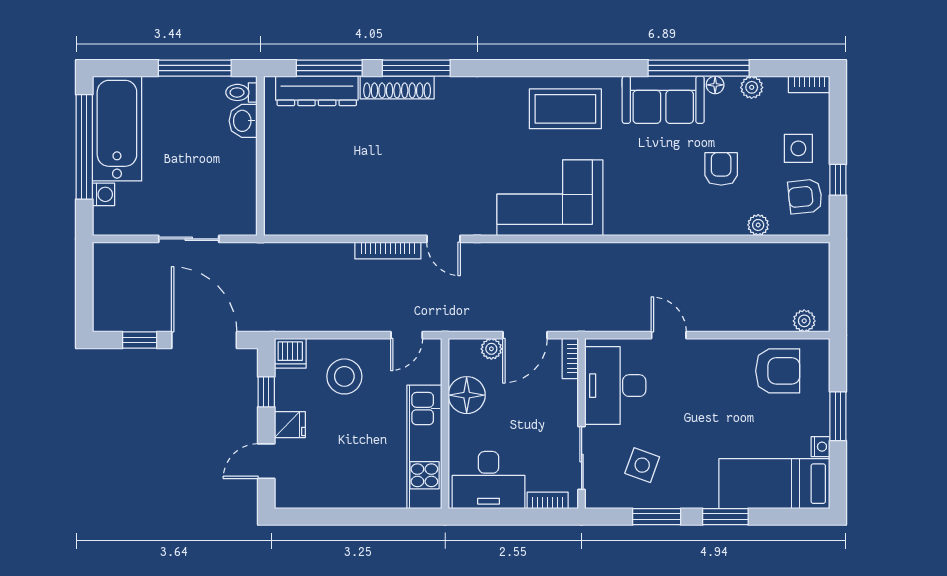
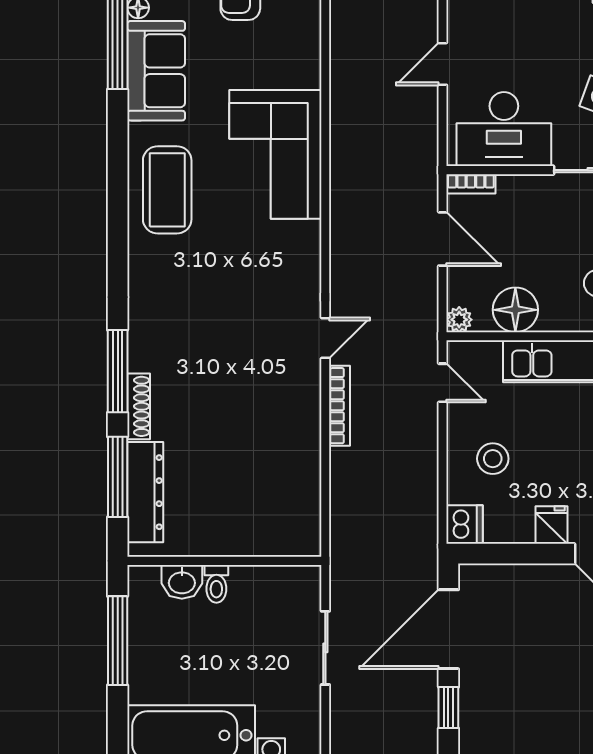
shoe rack: (397, 87) -> (139, 406), width x0.74, depth x0.81
toilet: (241, 92) -> (216, 584), moved
corner sofa: (550, 198) -> (275, 154), moved
plant: (491, 349) -> (459, 320), moved
stool: (344, 376) -> (493, 459), width x0.73, depth x0.73
window: (266, 392) -> (512, 554), removed

